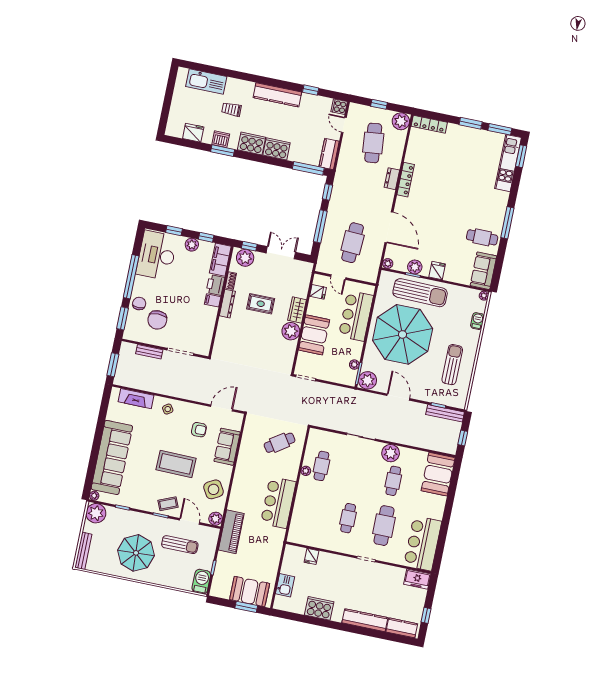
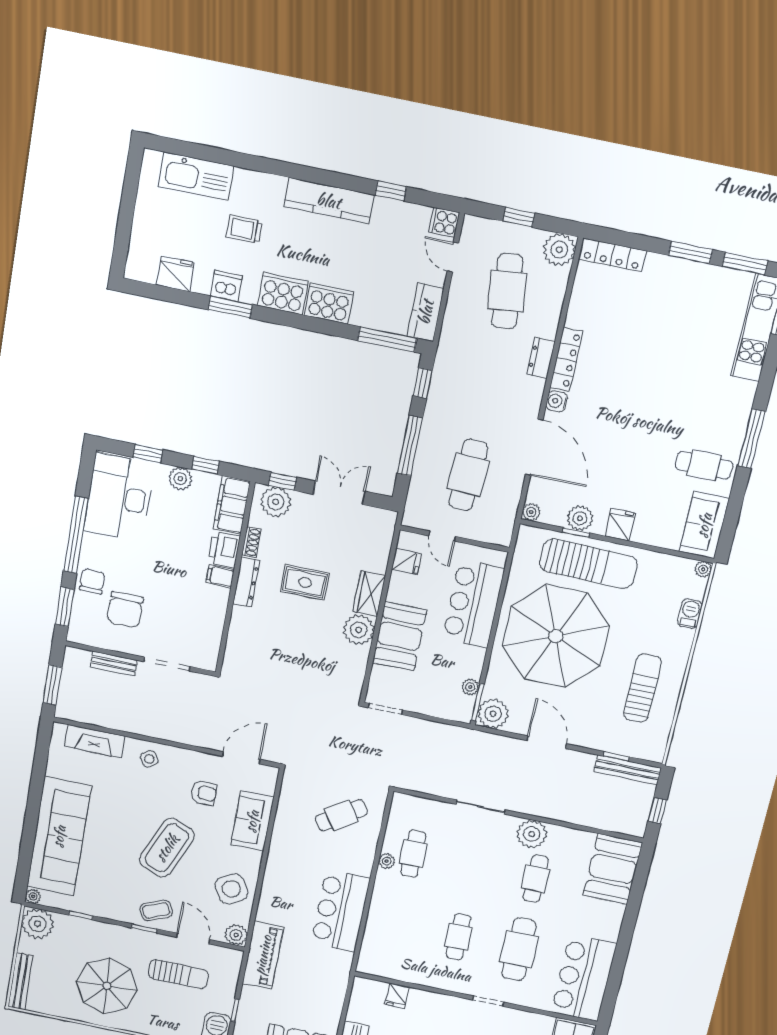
water cooler: (401, 202) -> (557, 401), added
coffee table: (176, 464) -> (167, 848), turned -68

